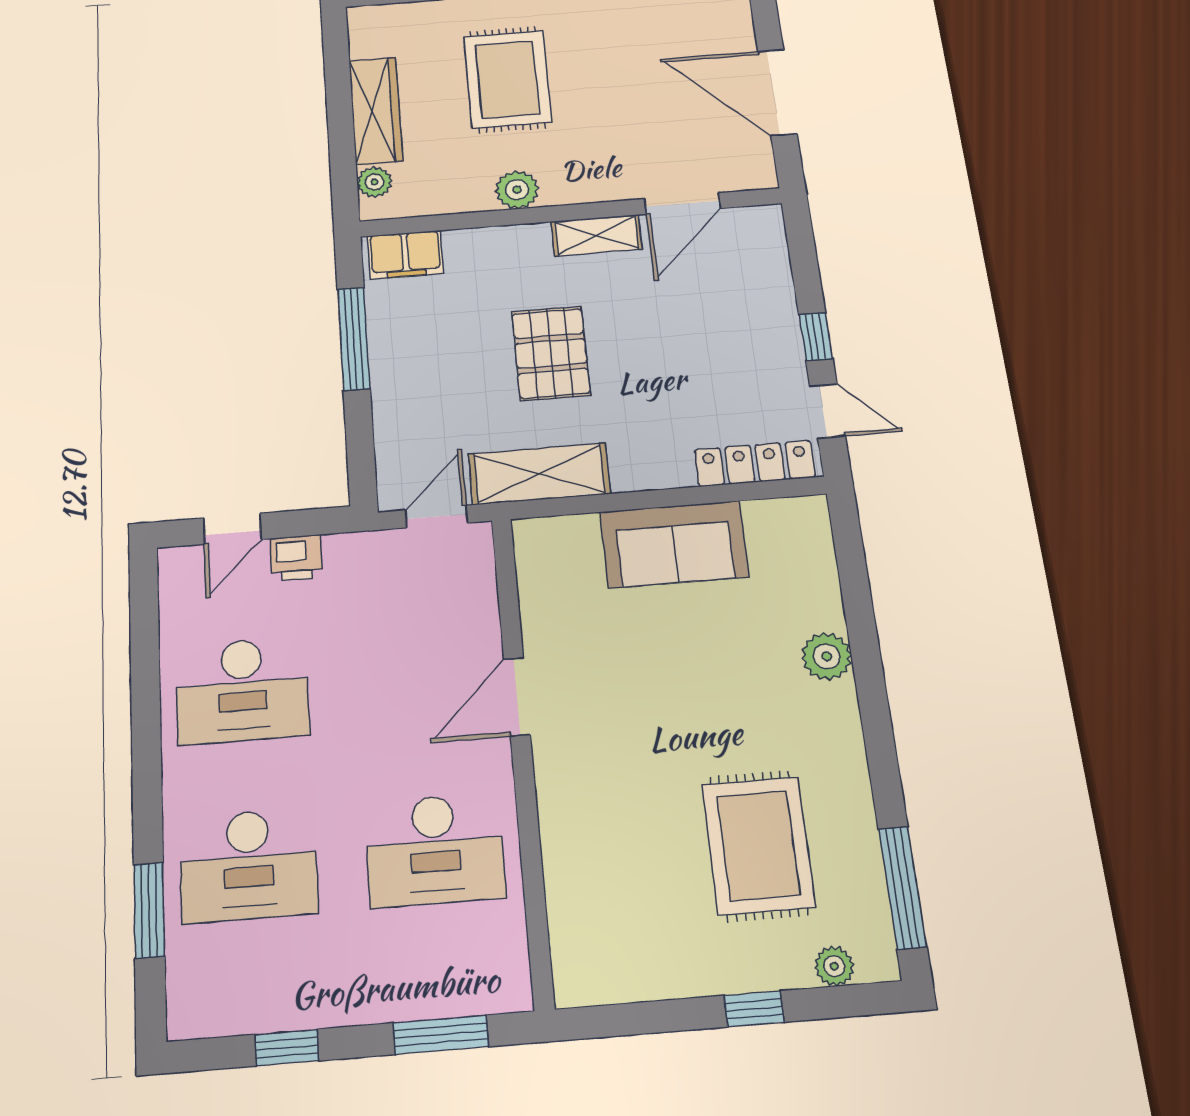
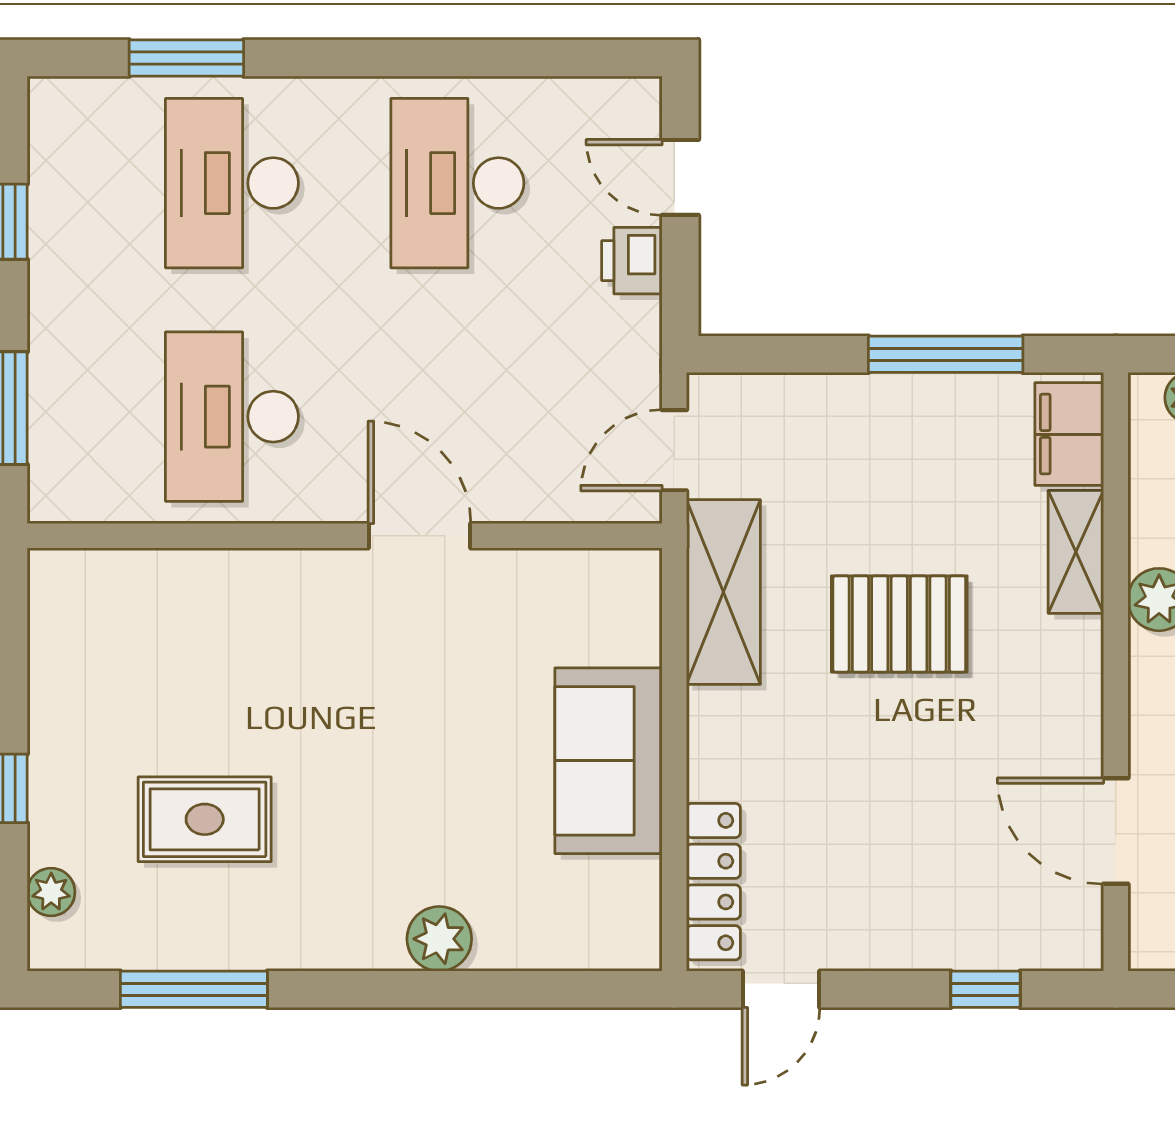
shelving: (597, 235) -> (1076, 552), moved
window: (816, 337) -> (986, 989), moved
door: (437, 517) -> (674, 450), swing flipped
rug: (758, 845) -> (205, 819), width x0.73, depth x0.70
window: (902, 888) -> (194, 989), moved

